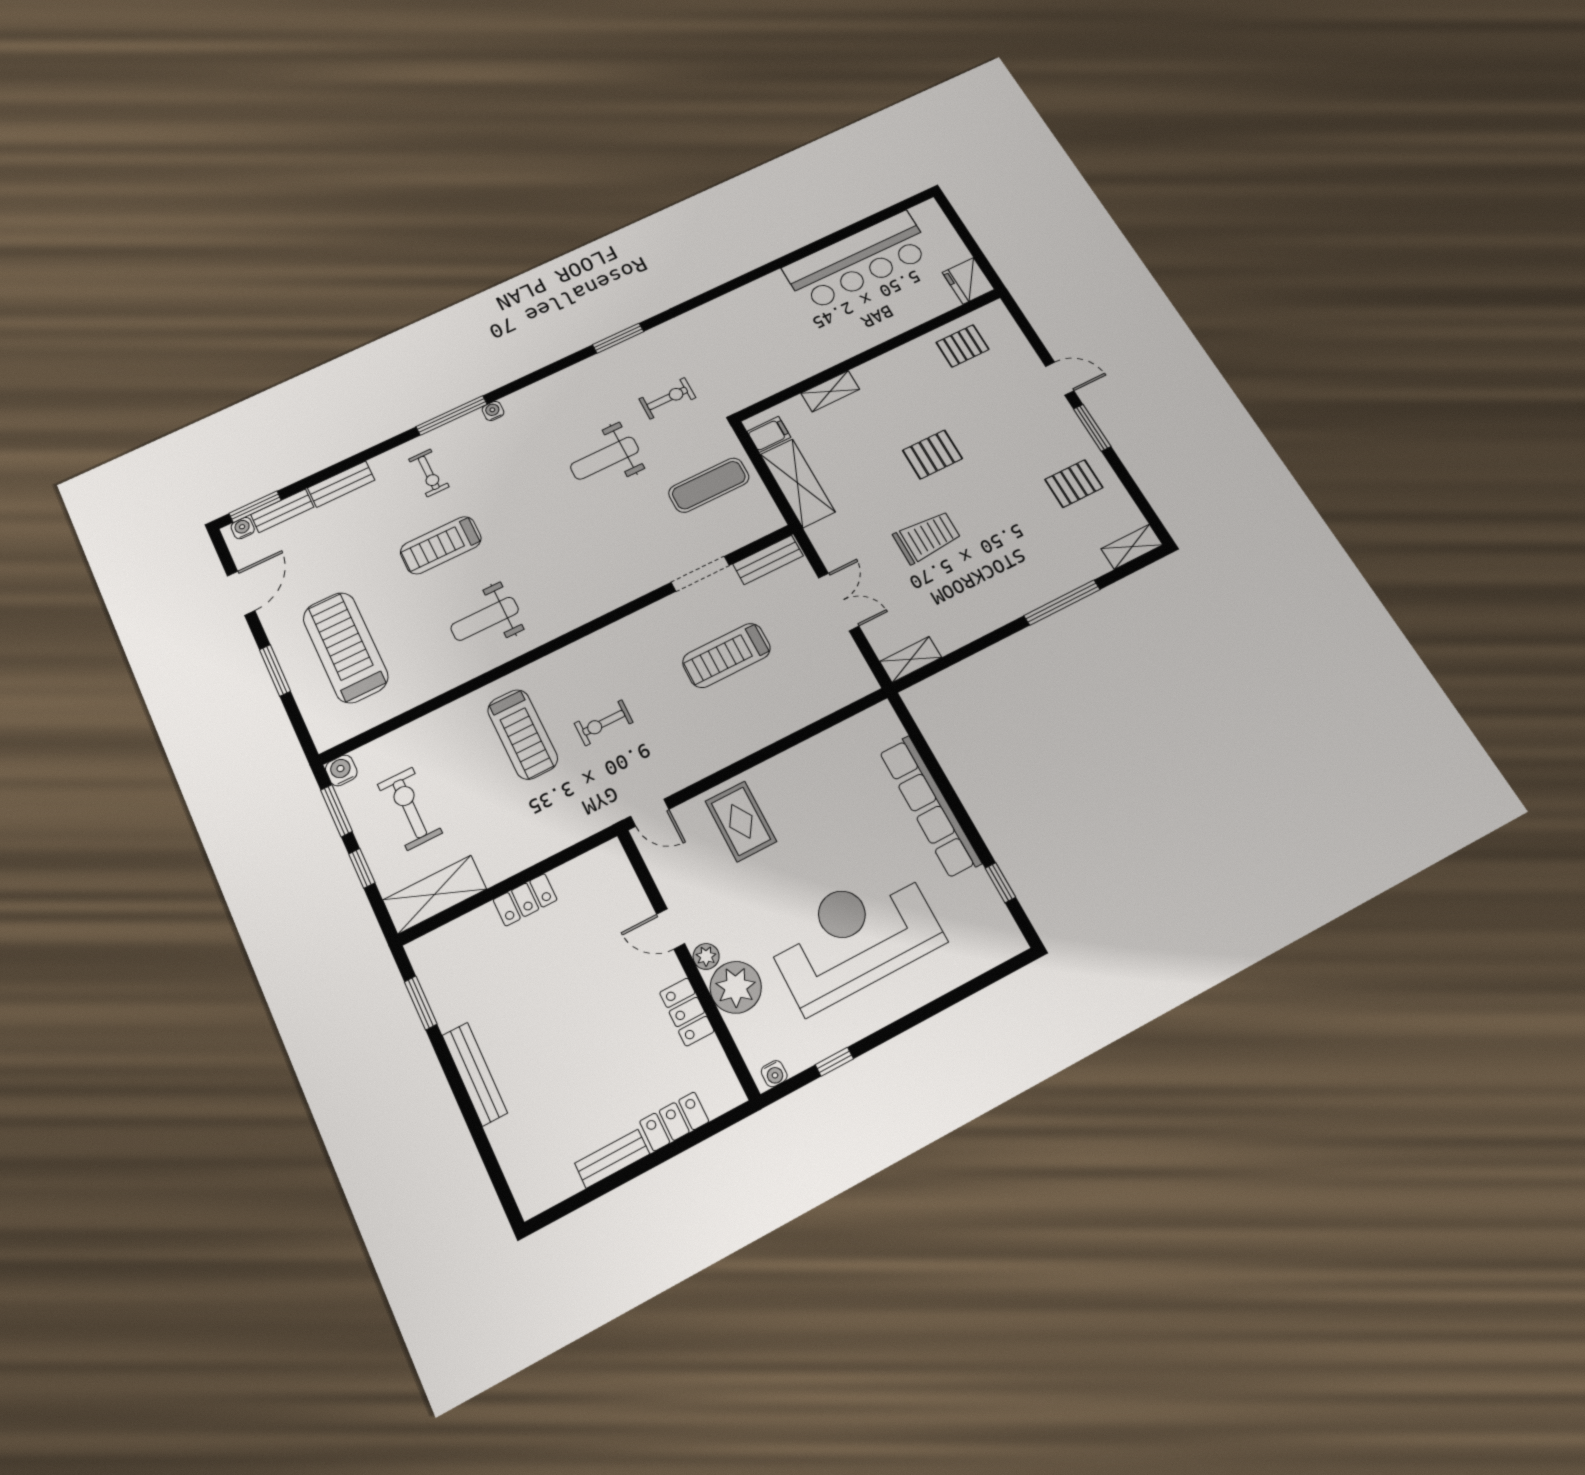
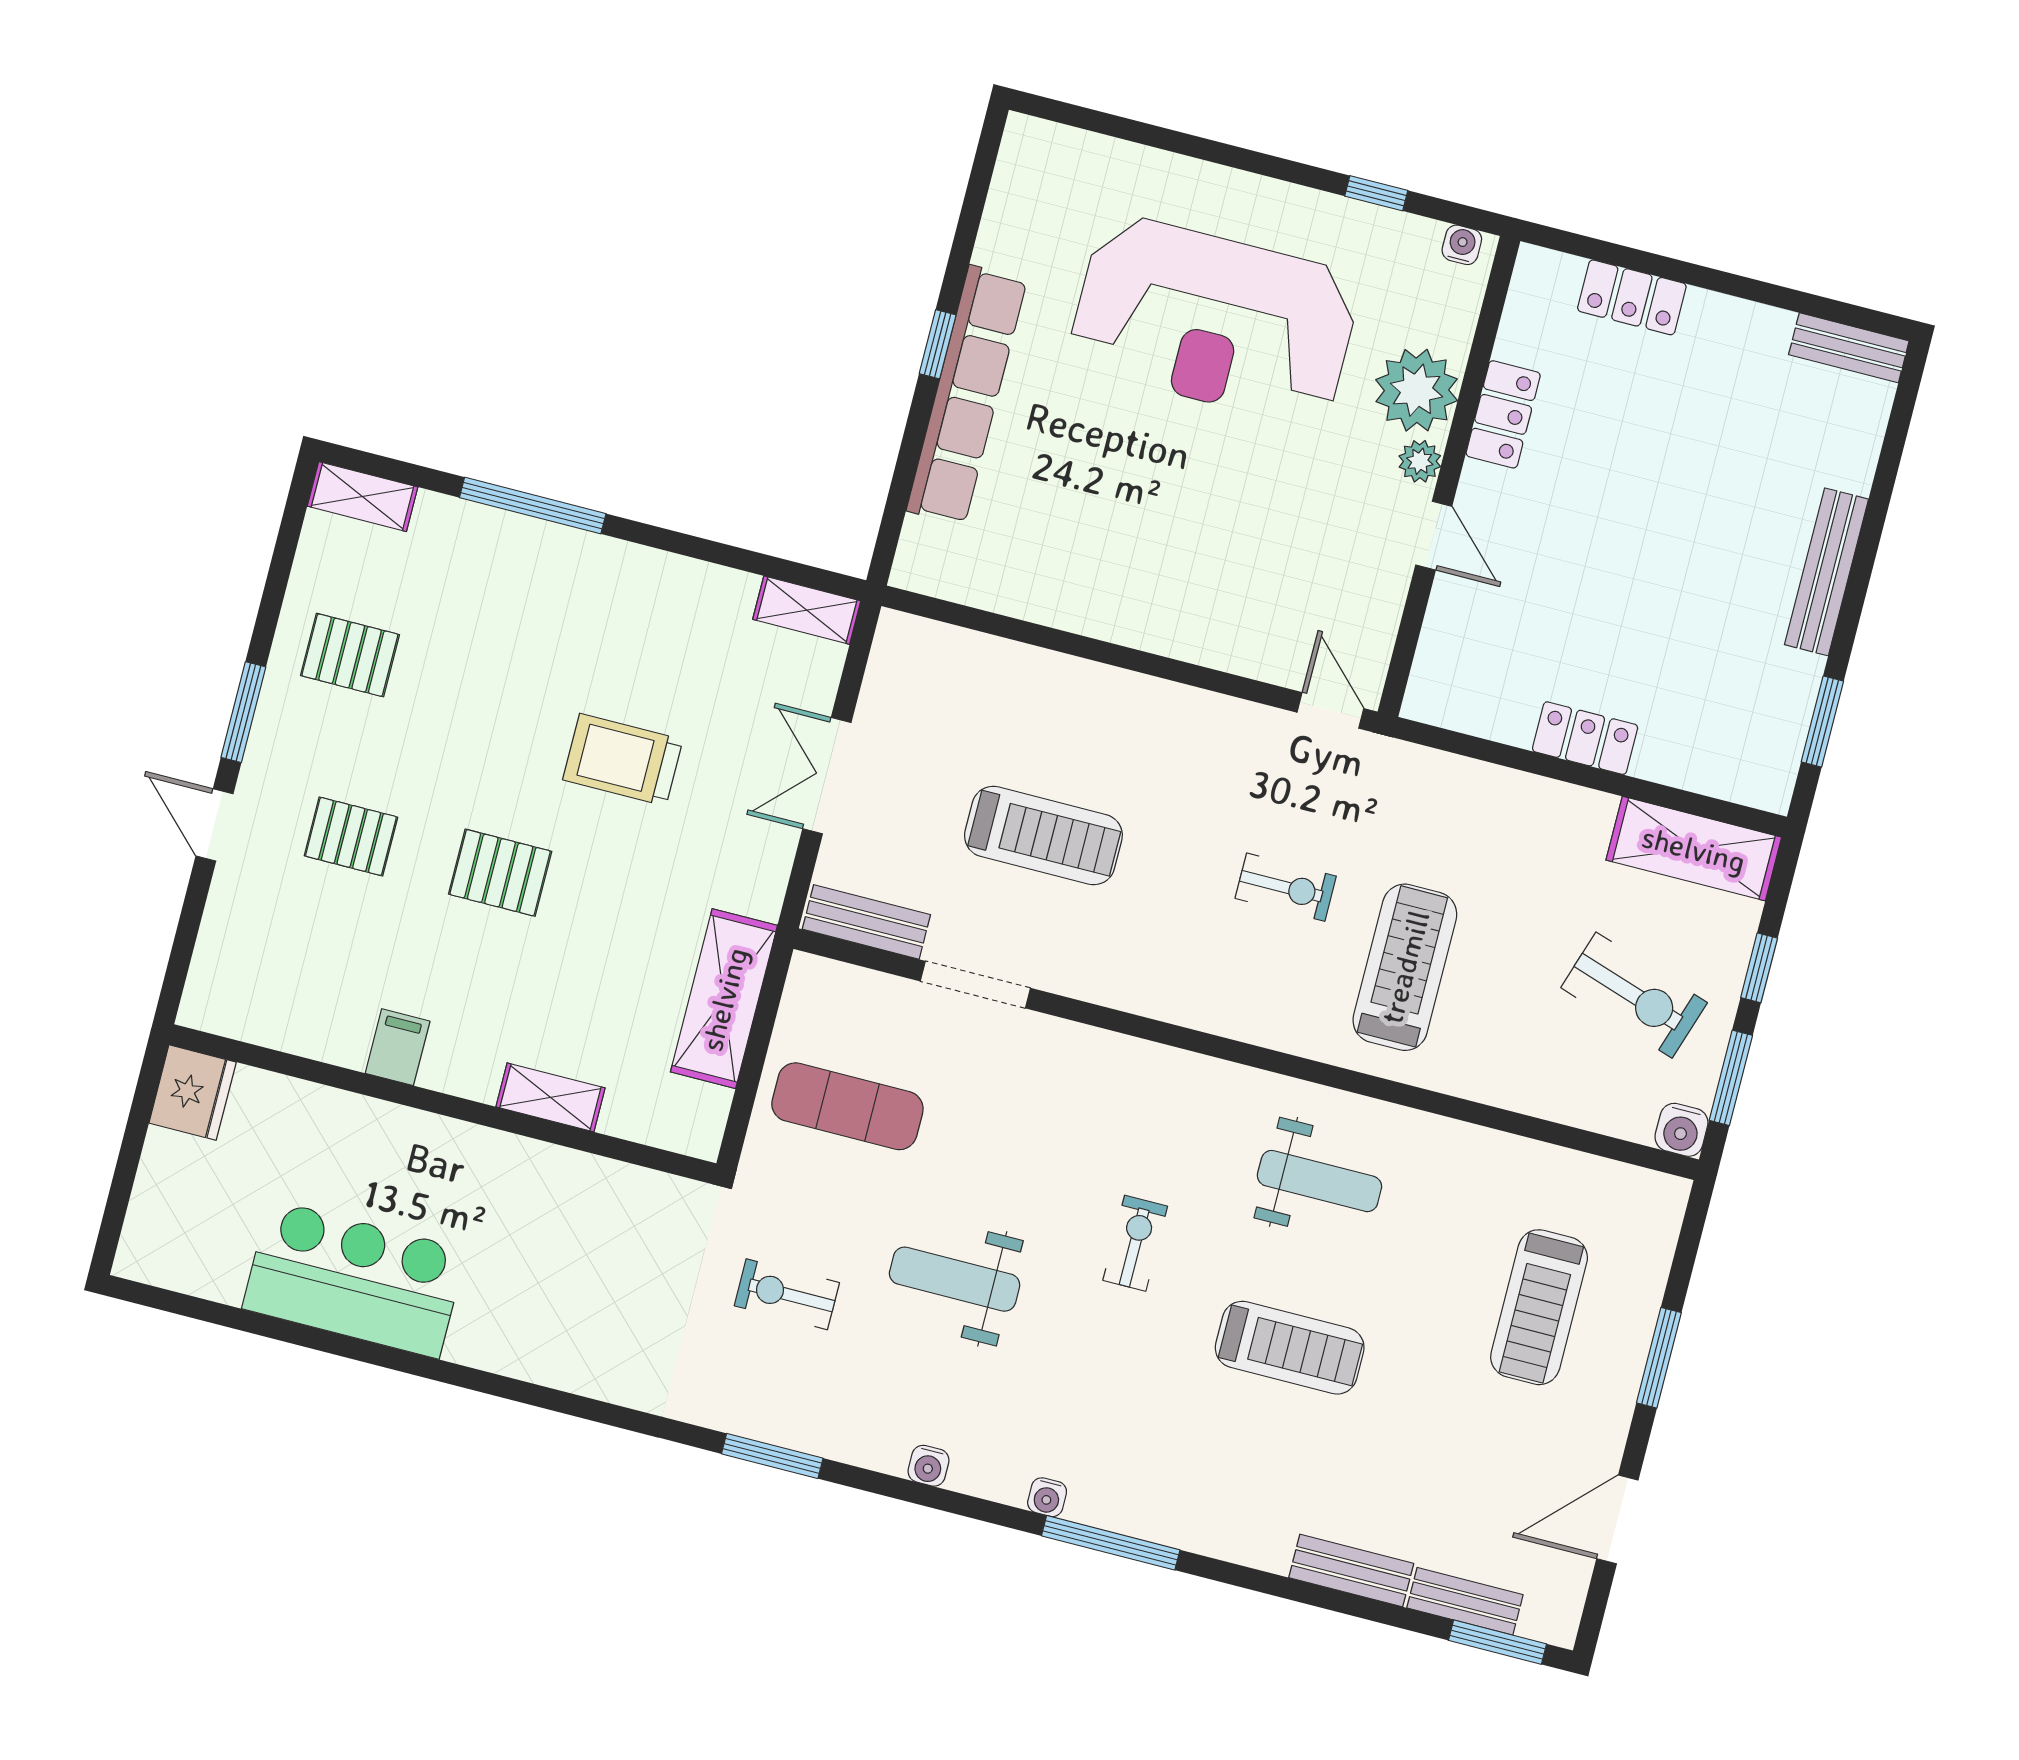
bar counter: (858, 261) -> (354, 1279), width x0.73
pallet: (963, 346) -> (351, 836), moved
filing cabinet: (769, 434) -> (398, 1047), moved, turned 90
weight bench: (605, 458) -> (955, 1279), turned 180
exercise bike: (429, 473) -> (1135, 1243), moved
water cooler: (243, 528) -> (929, 1466), moved
treadmill: (345, 647) -> (1539, 1307), width x0.73, depth x0.73
exercise bike: (410, 809) -> (1634, 995), turned -72
rug: (741, 821) -> (1224, 594), removed
window: (1000, 883) -> (938, 344), moved
bench: (612, 1159) -> (1849, 348), moved

